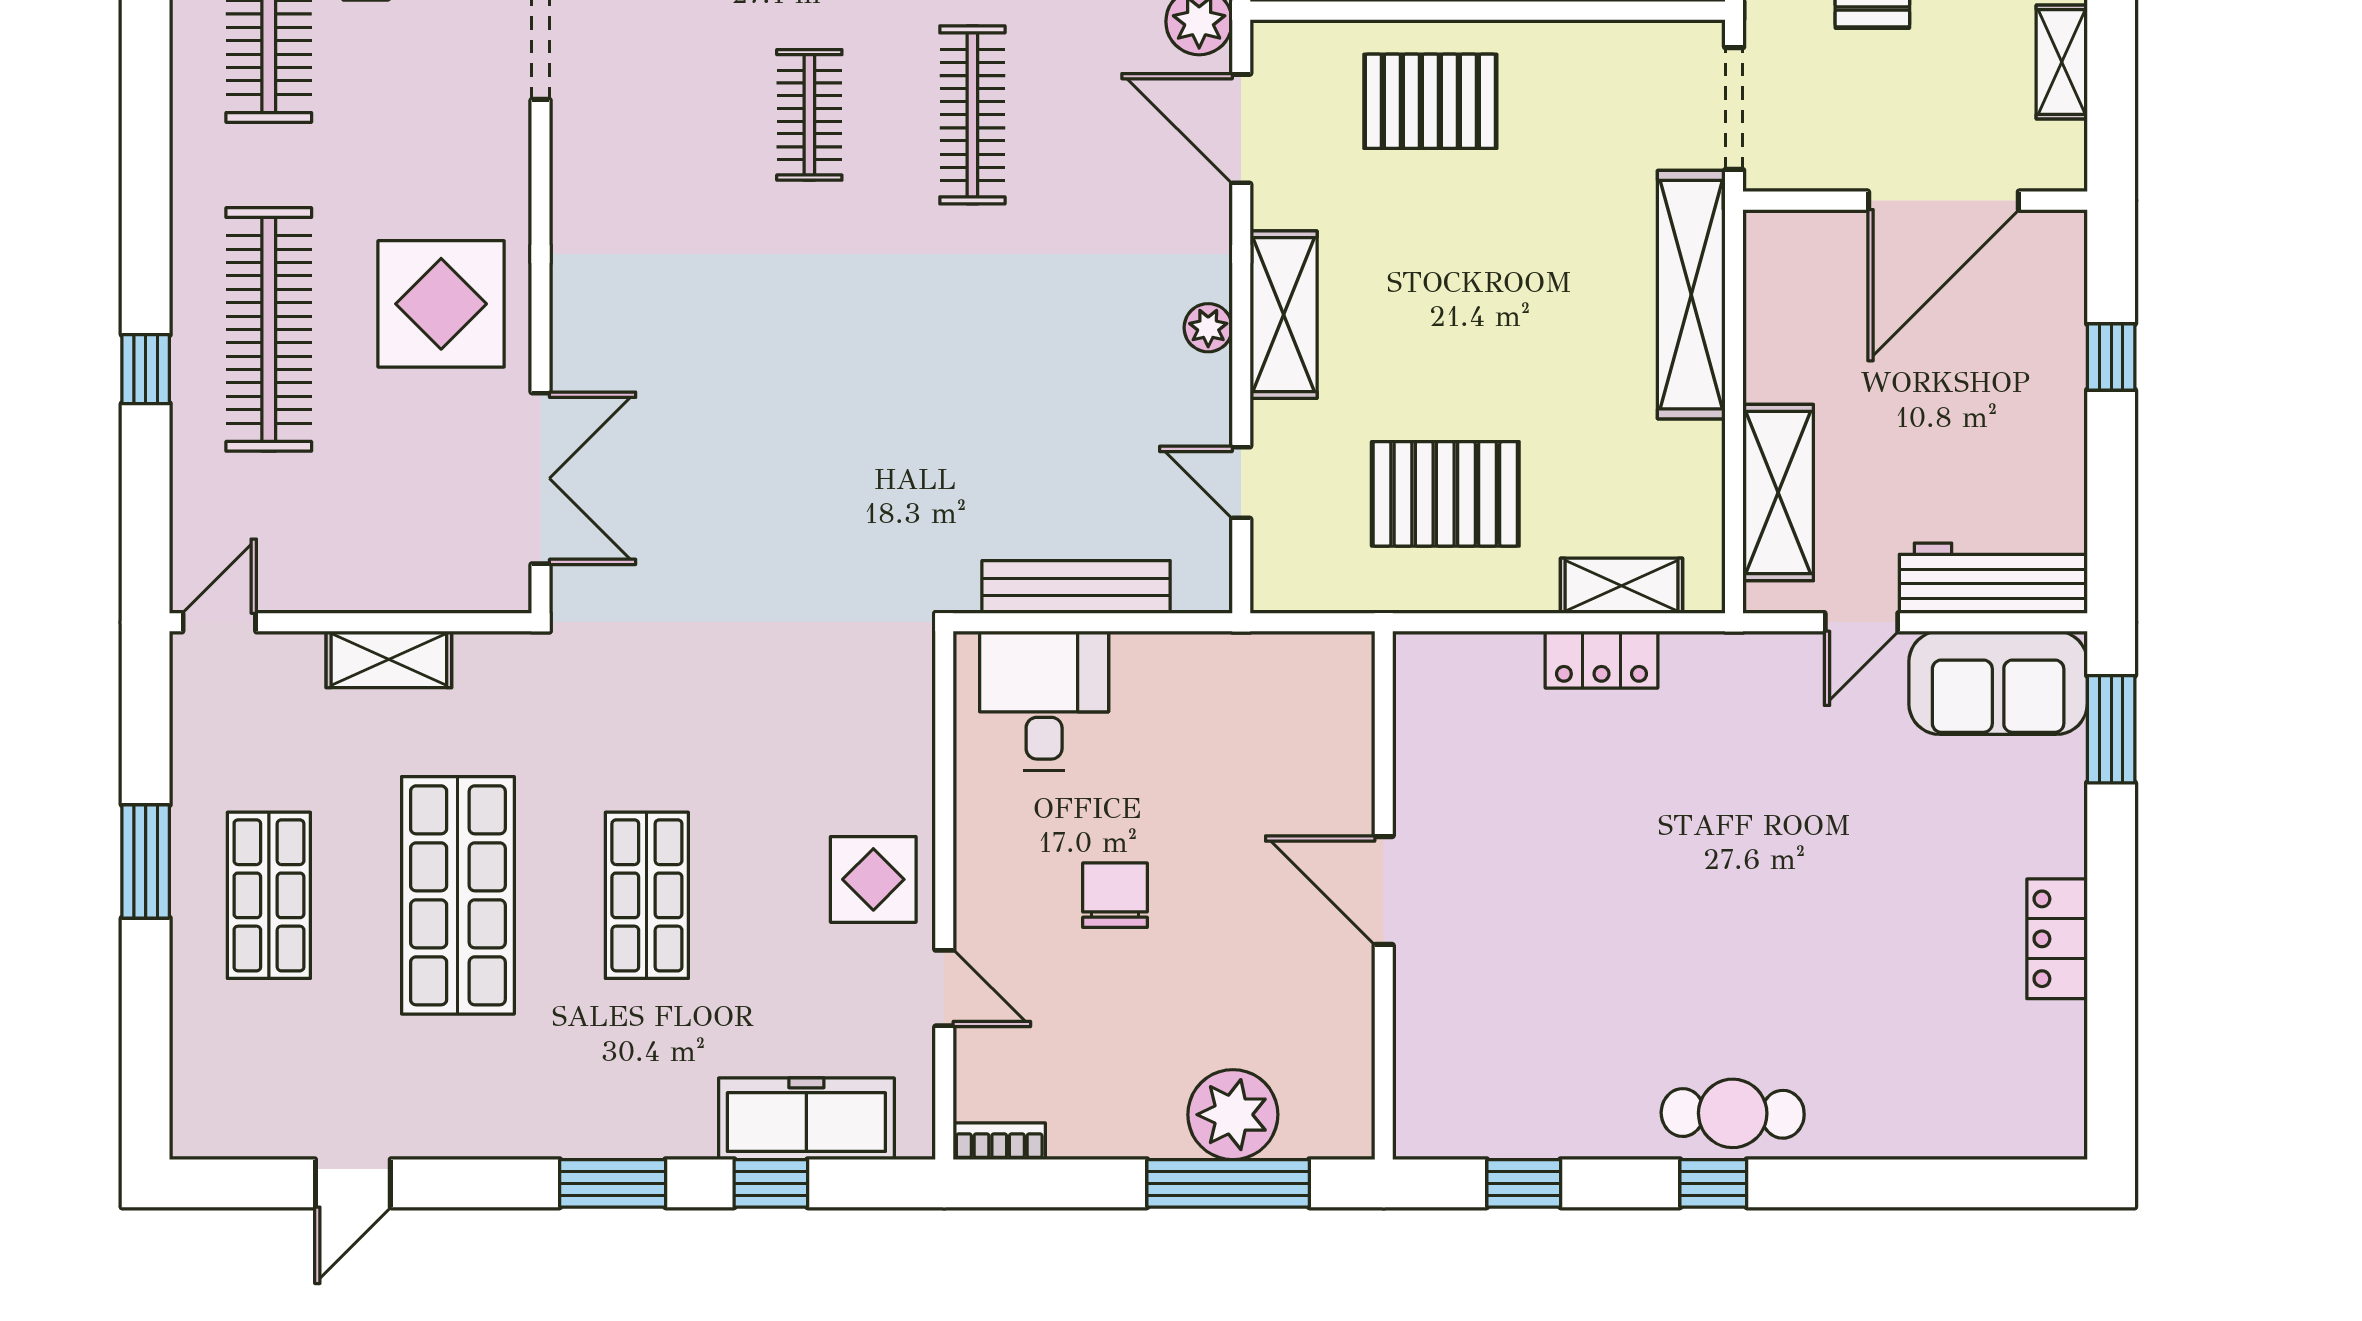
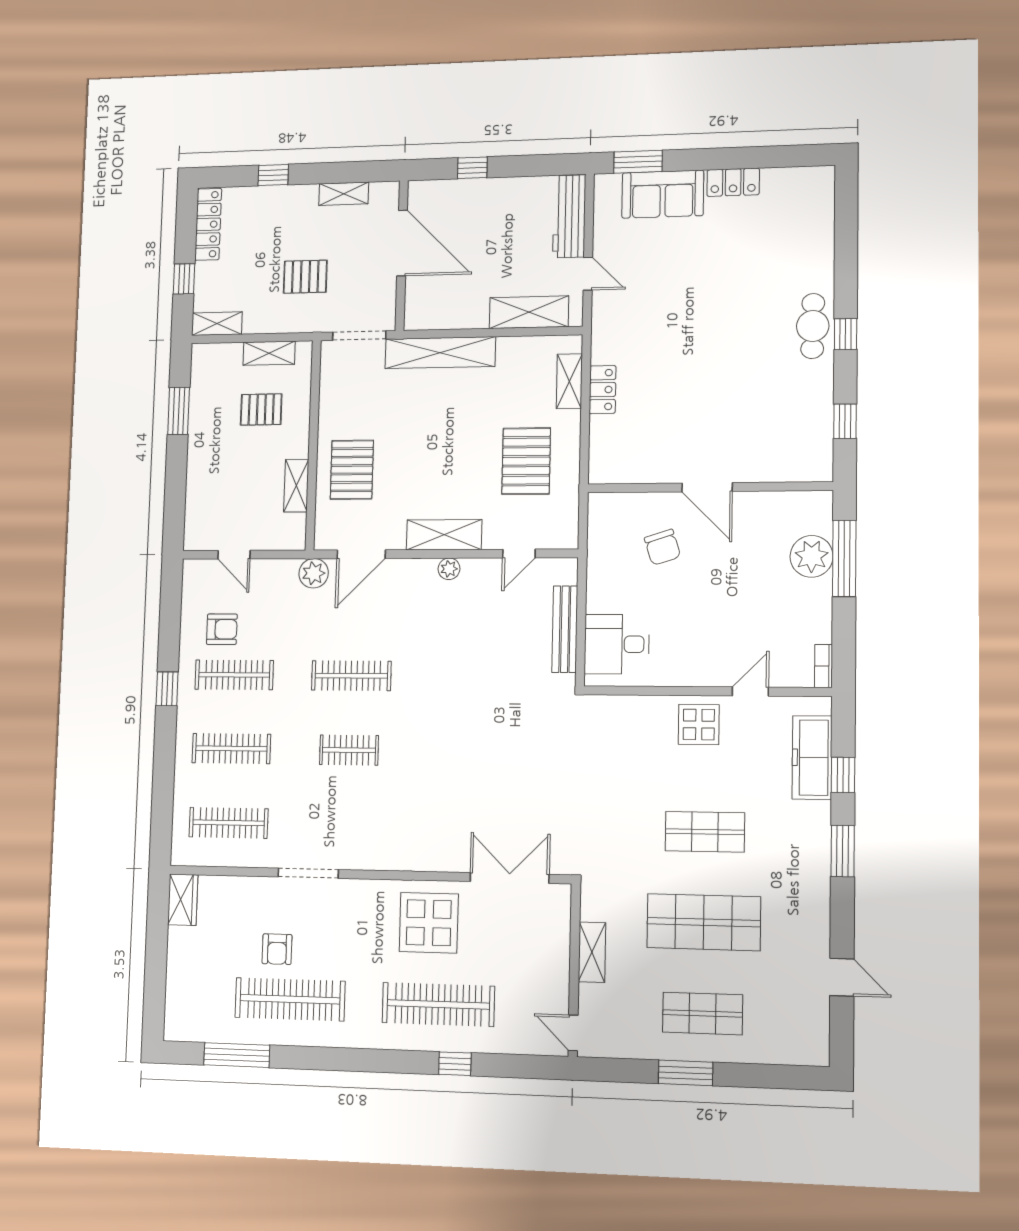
sofa: (1998, 683) -> (663, 194), moved, turned 90
door: (1384, 891) -> (707, 487), hinge flipped
chair: (1115, 895) -> (662, 547), moved, turned -108

